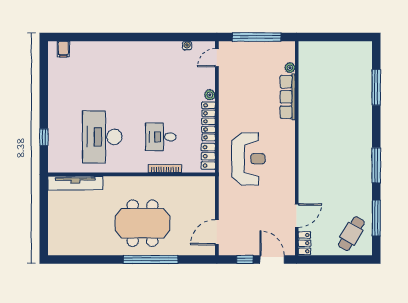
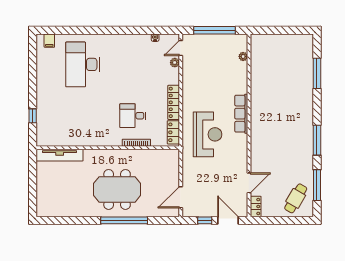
plant: (210, 95) -> (175, 63), moved
row of seats: (288, 97) -> (241, 114), moved
desk: (102, 137) -> (83, 64), moved

